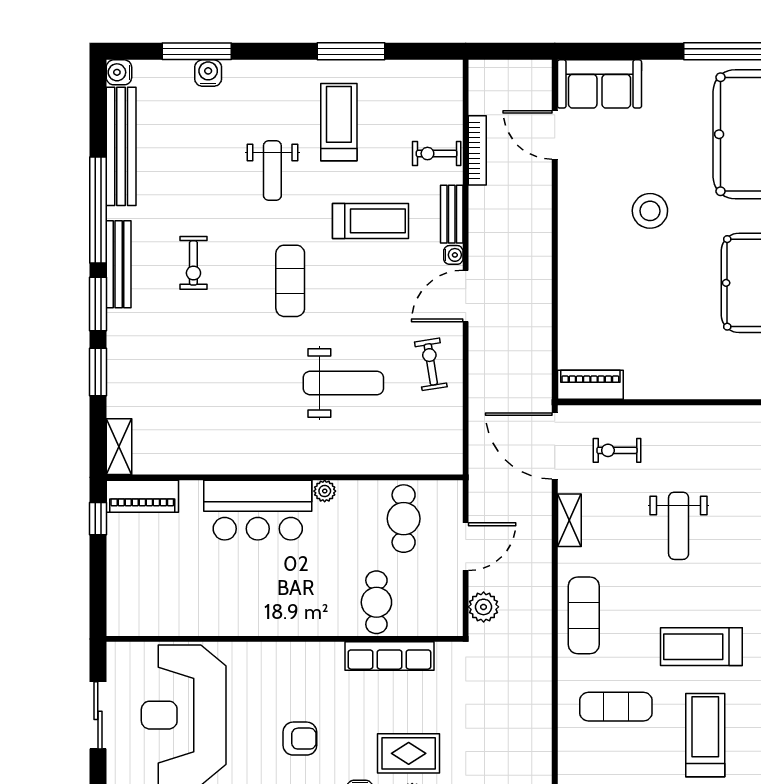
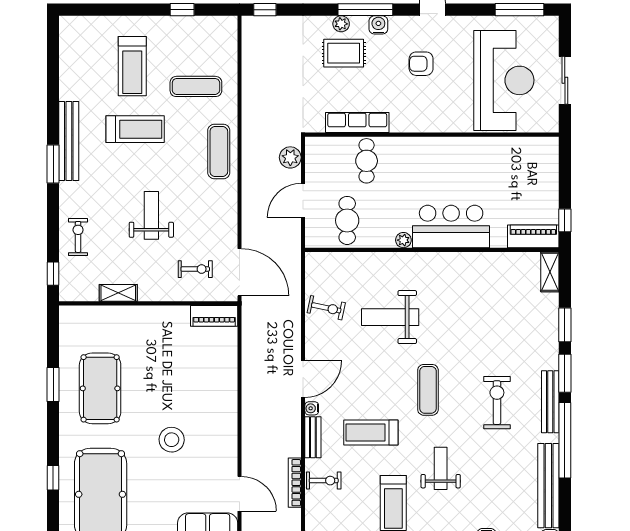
exercise bike: (193, 263) -> (497, 403), width x1.38, depth x1.39
exercise bike: (431, 364) -> (326, 308), moved, turned -69
shelving: (569, 520) -> (118, 293), moved, turned 90

